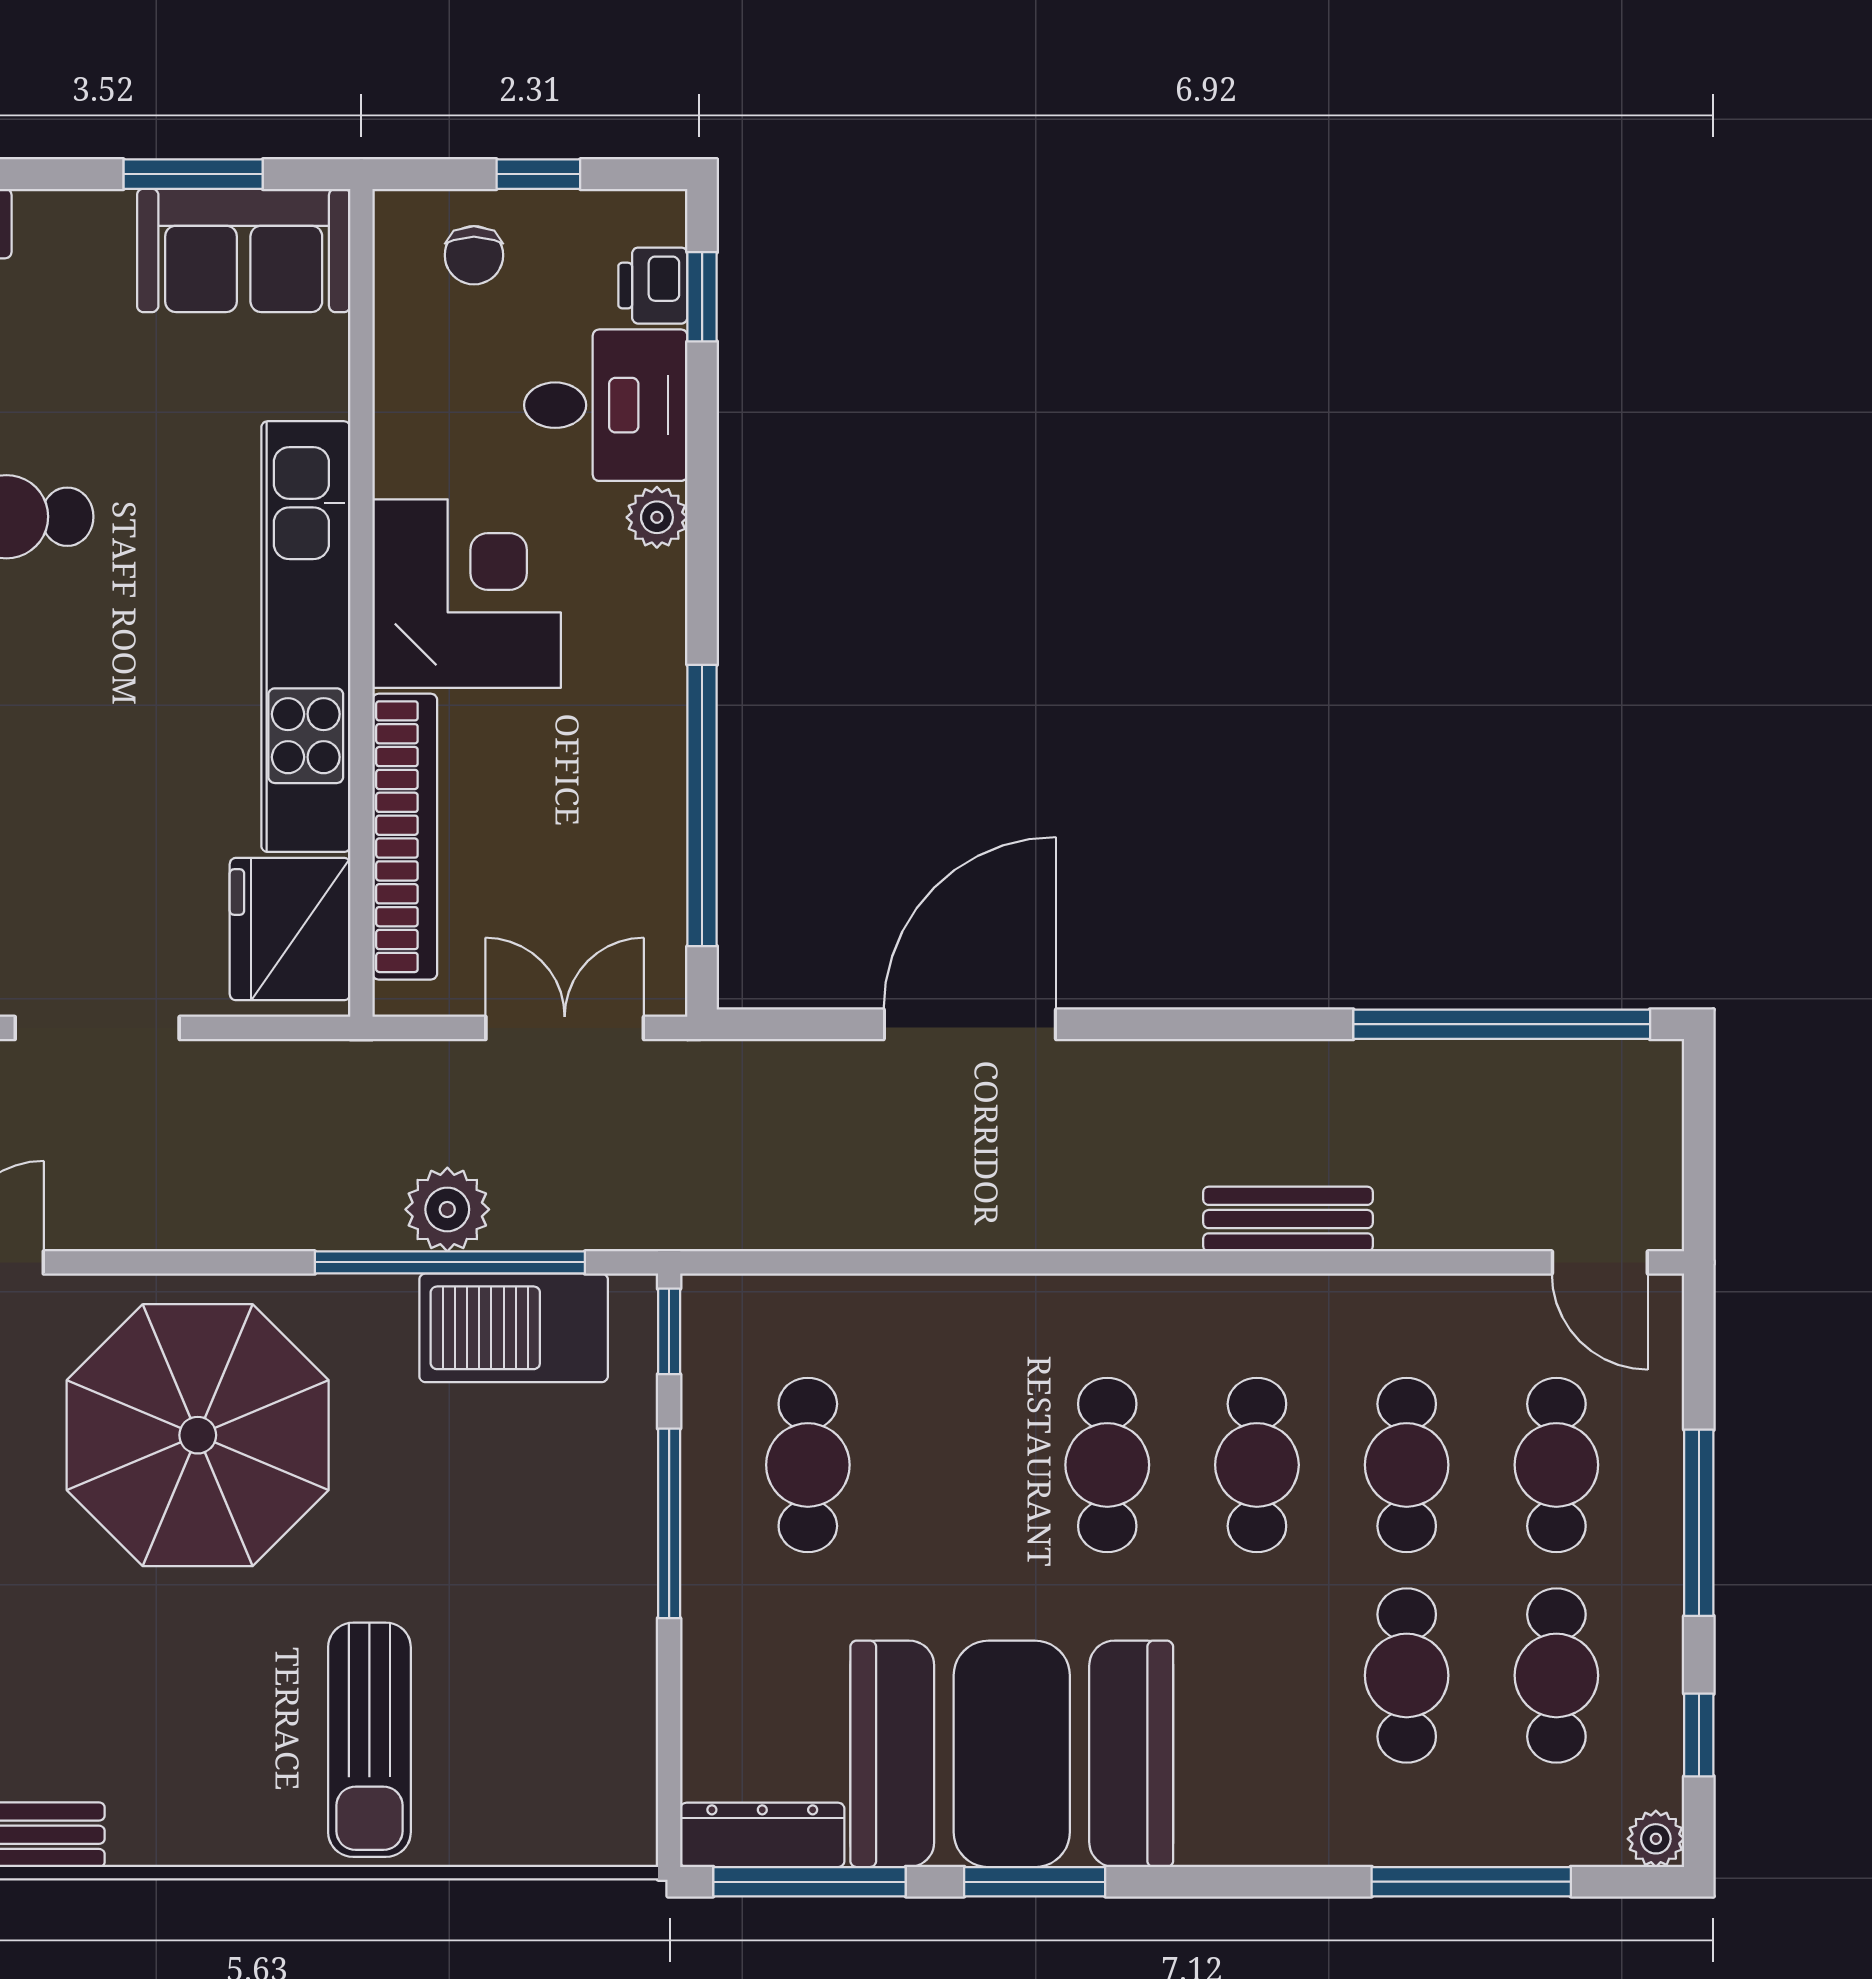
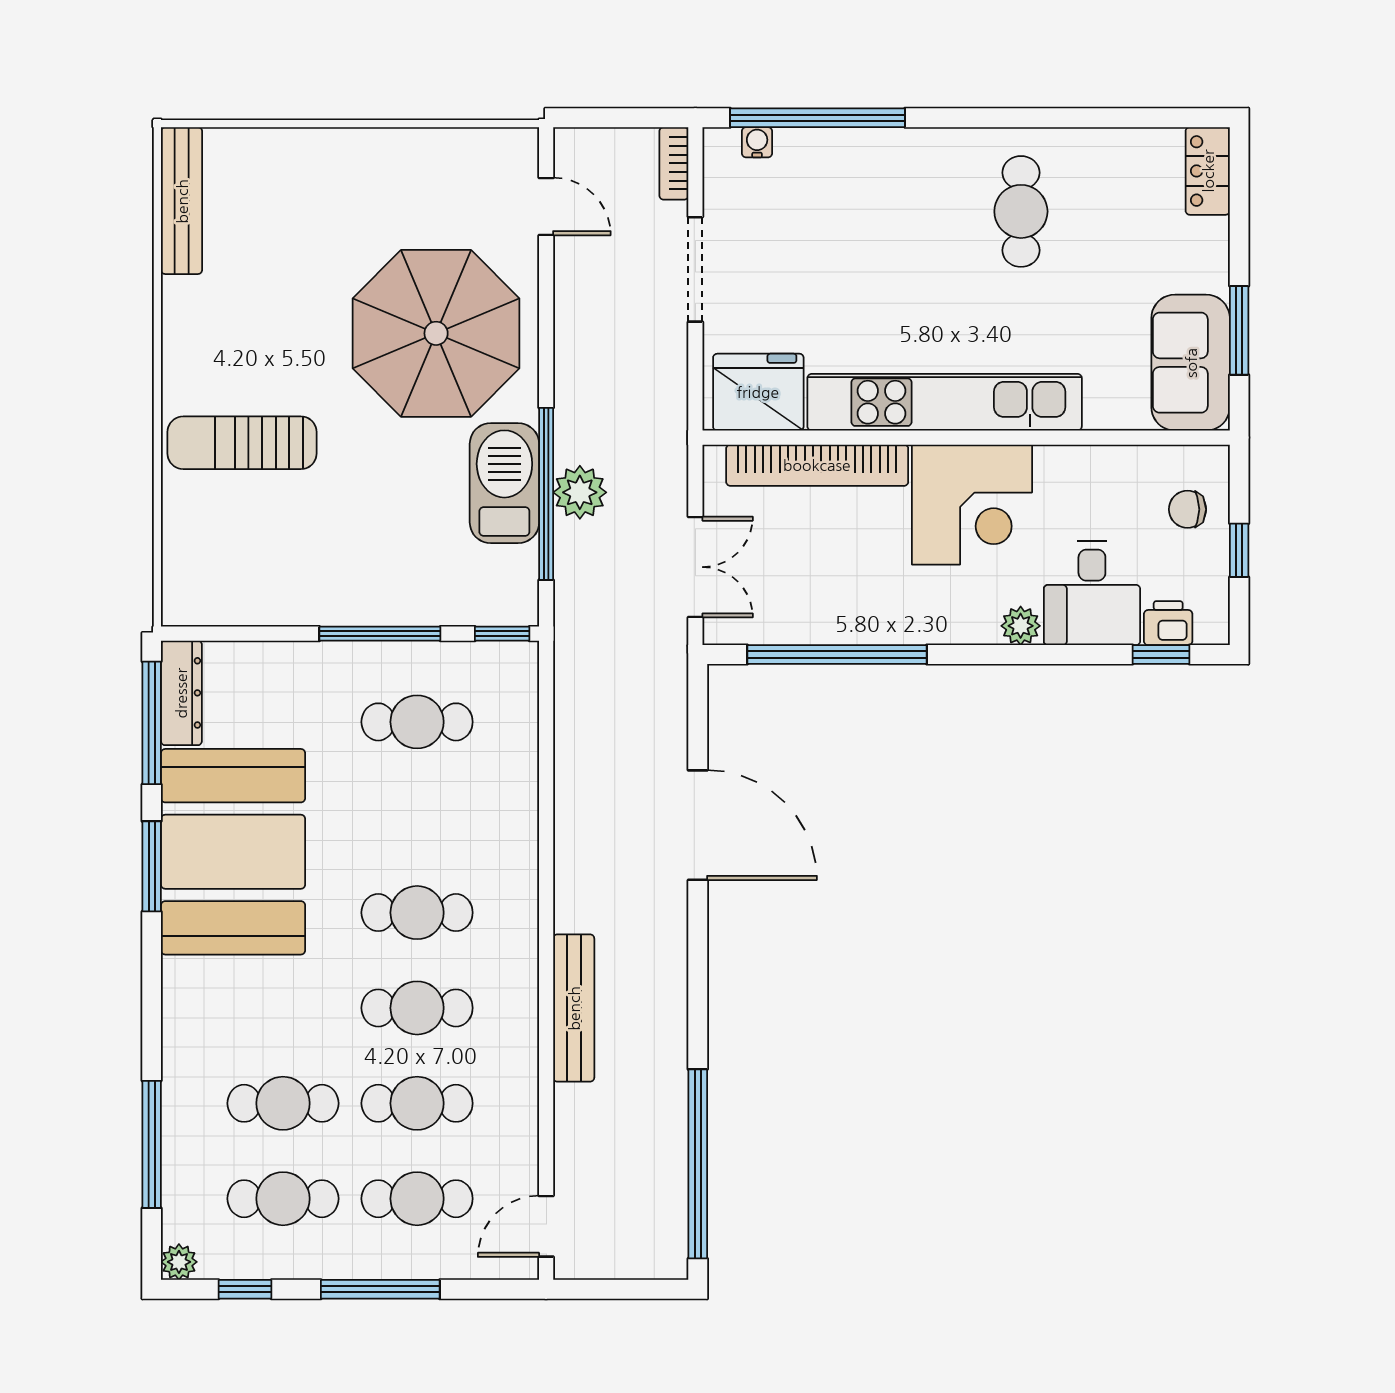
bench: (1288, 1219) -> (574, 1008), width x1.36
barbecue: (514, 1328) -> (504, 483), moved

